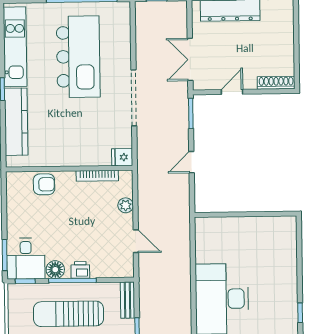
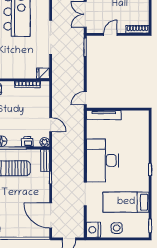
door: (192, 162) -> (85, 98), moved
plant: (126, 205) -> (45, 142), moved
tv unit: (223, 224) -> (104, 115), added
printer: (80, 270) -> (27, 142), moved

